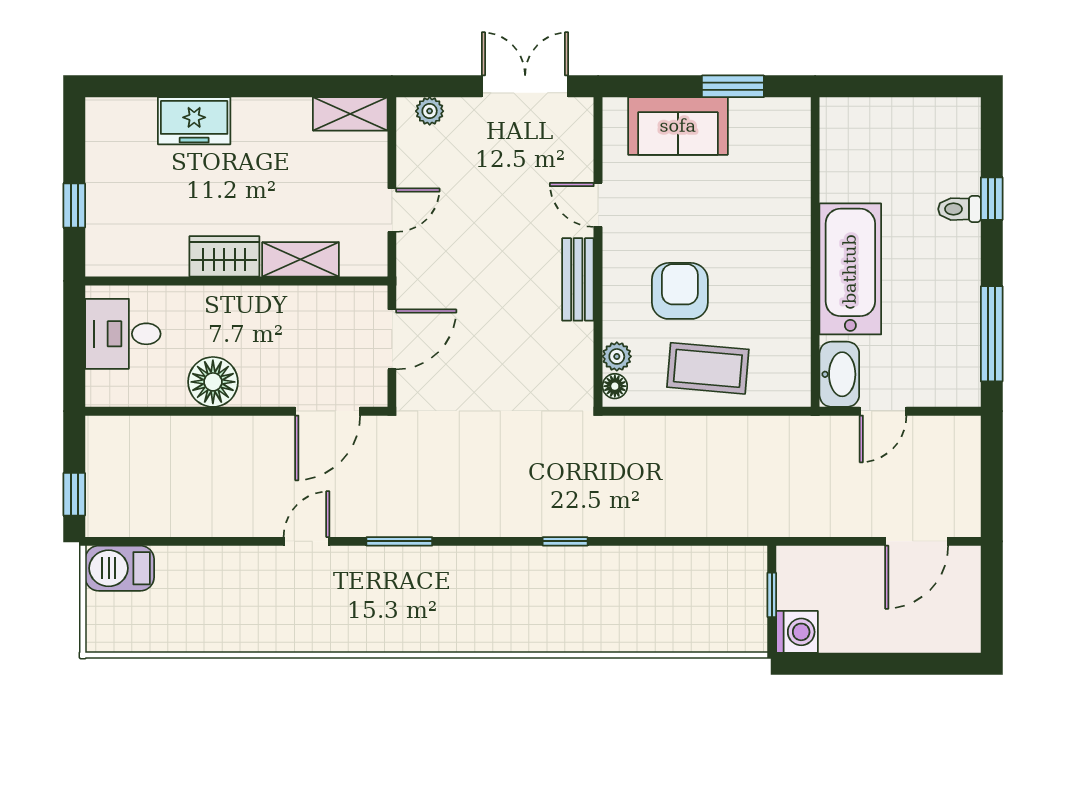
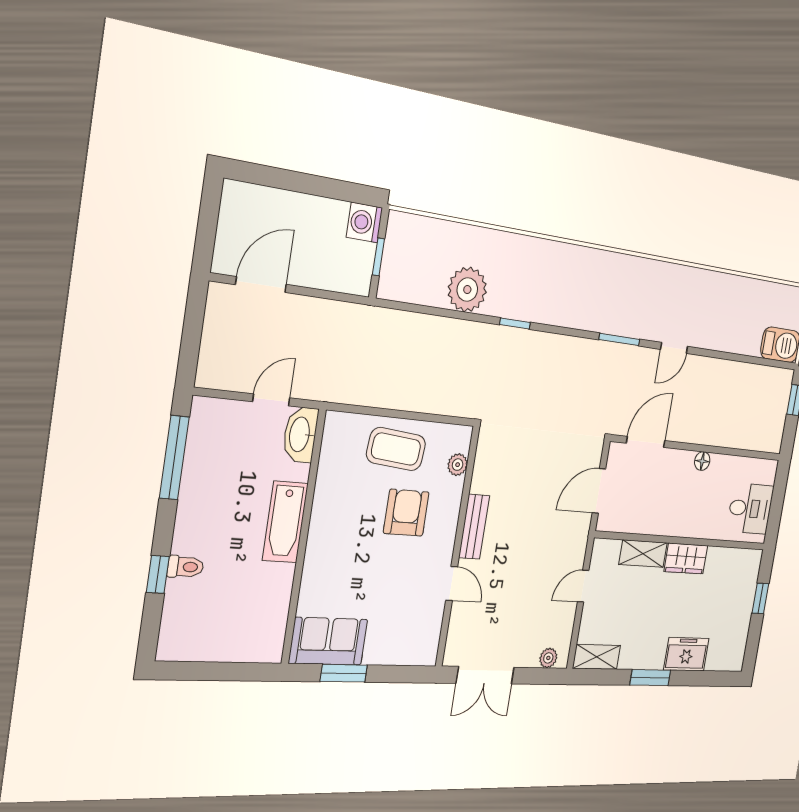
window: (252, 86) -> (650, 678), added
sofa: (678, 126) -> (328, 641), moved
bathtub: (850, 269) -> (285, 522), width x0.73, depth x0.73
armchair: (680, 291) -> (406, 513), turned 180
floor lamp: (213, 382) -> (702, 461), width x0.53, depth x0.53
floor lamp: (615, 386) -> (463, 441), removed
plant: (642, 574) -> (467, 290), added

